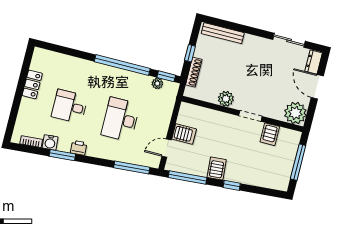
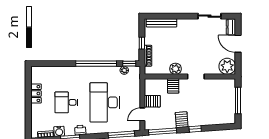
desk: (121, 119) -> (105, 102), width x1.36, depth x1.30
server rack: (270, 134) -> (173, 86), moved

